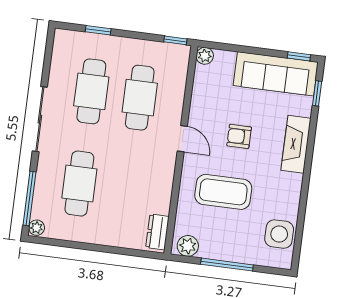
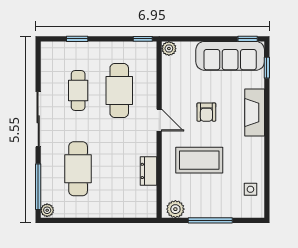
cafe table: (91, 91) -> (78, 90), width x0.73, depth x0.74
armchair: (239, 136) -> (206, 112), turned -90
dresser: (157, 232) -> (149, 171), moved
side table: (279, 234) -> (250, 189), width x0.54, depth x0.54

